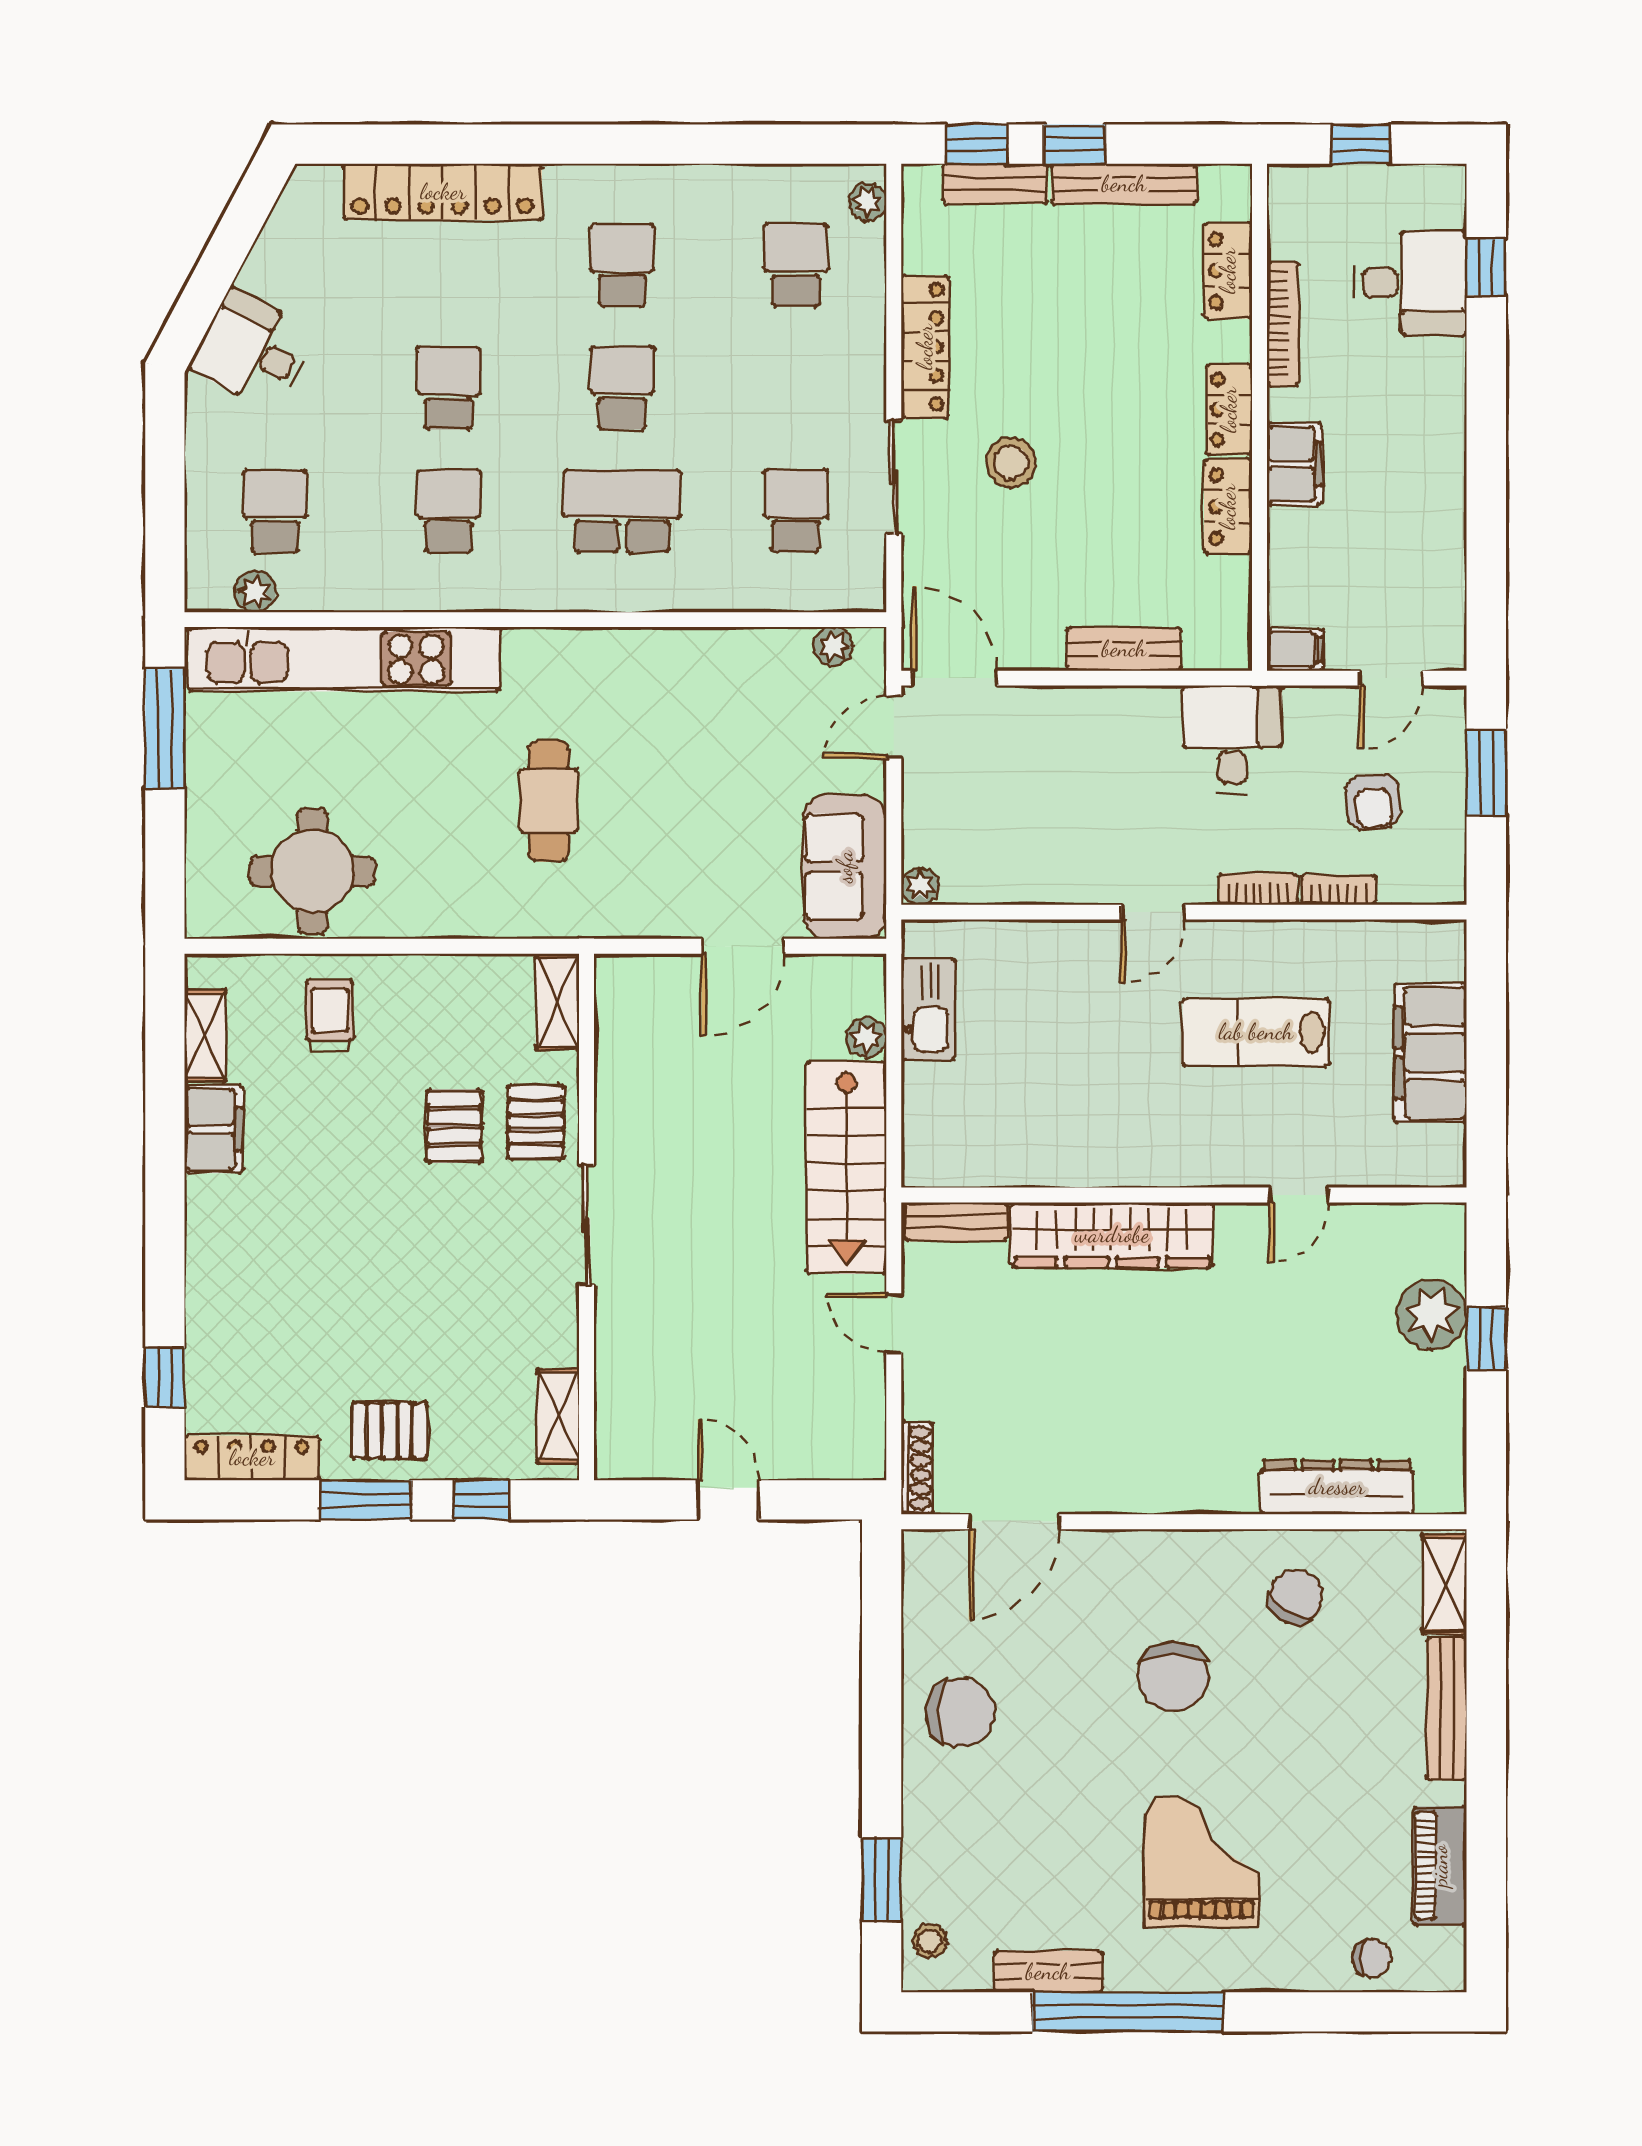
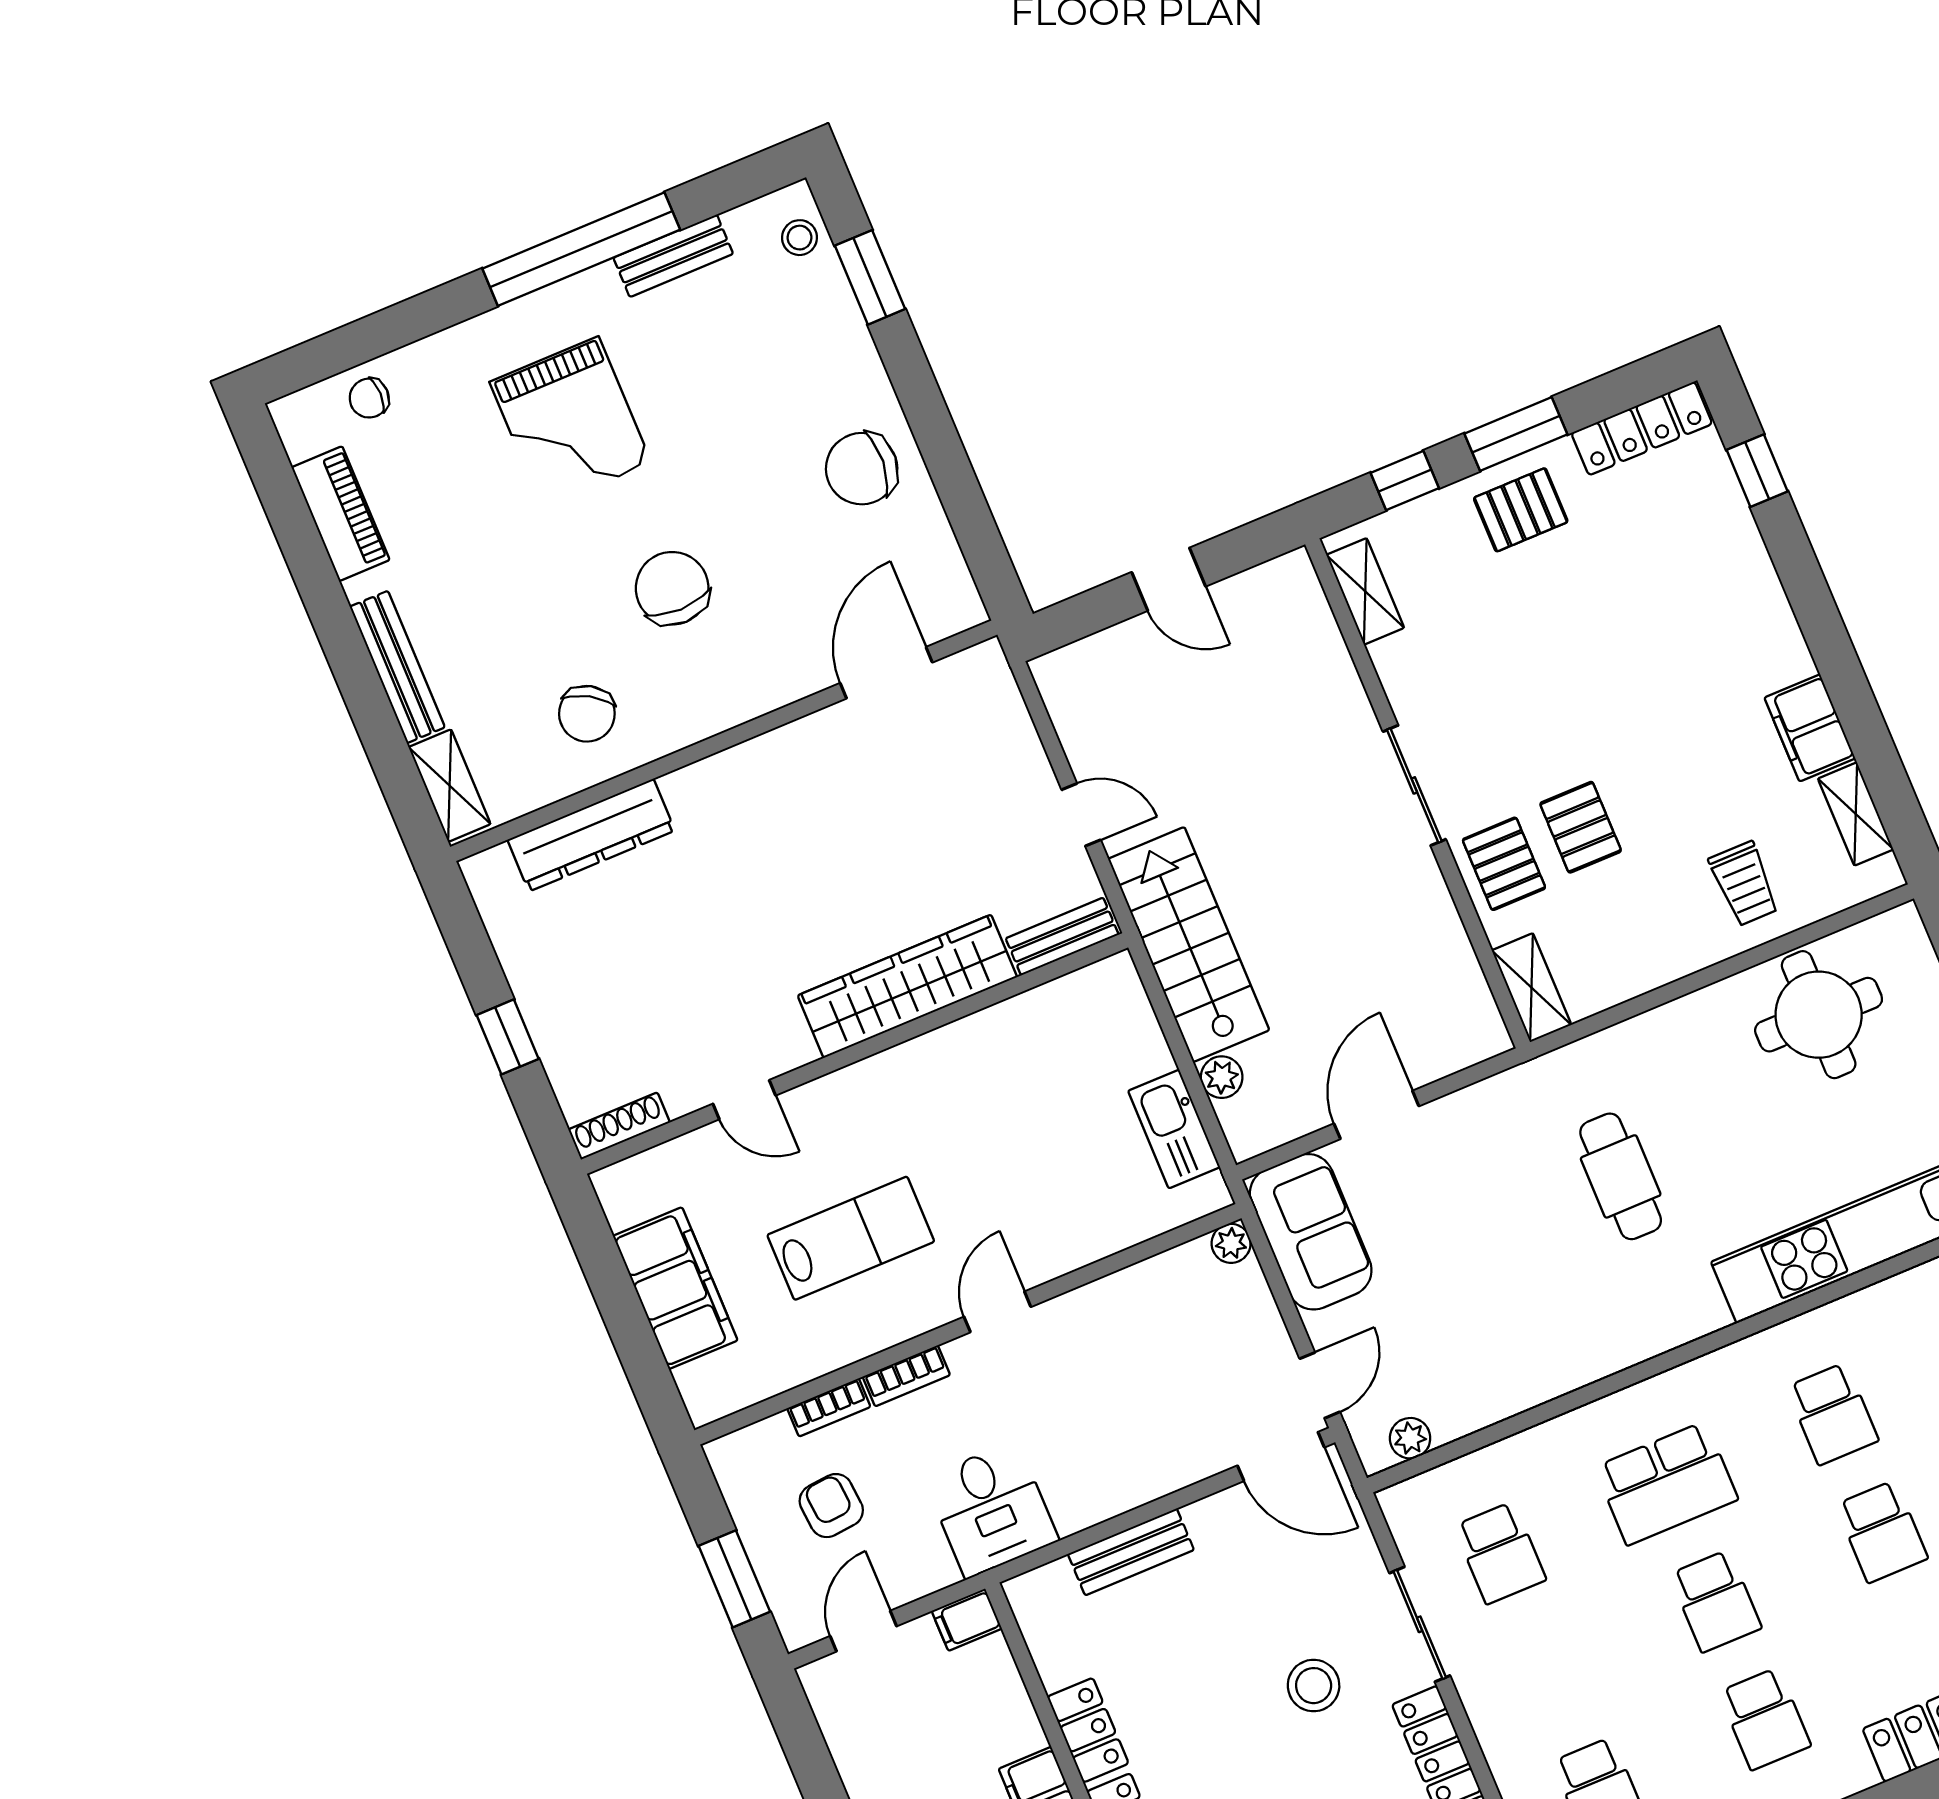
door: (1299, 1195) -> (744, 1100), swing flipped
plant: (1432, 1314) -> (570, 1039), removed
shoe rack: (917, 1468) -> (619, 1126), moved, turned 90

